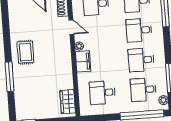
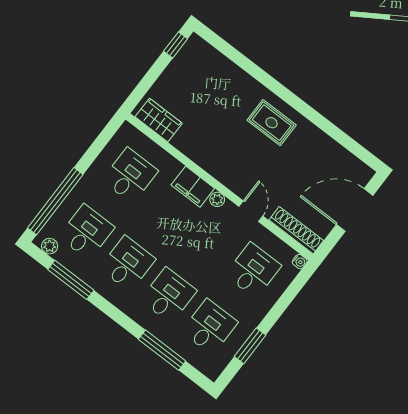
door: (71, 27) -> (251, 211), swing flipped
window: (10, 77) -> (258, 74), removed

